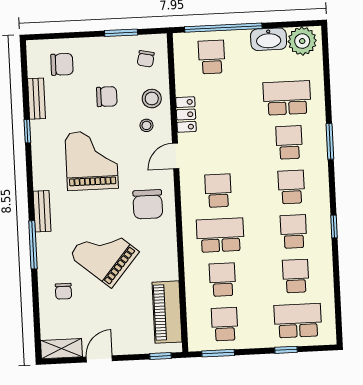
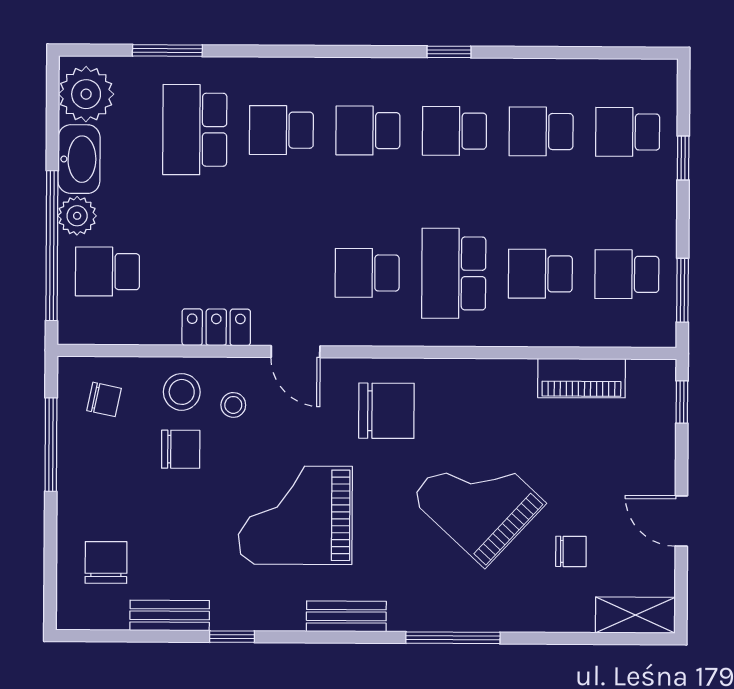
window: (121, 33) -> (51, 445), width x1.44
plant: (239, 40) -> (77, 216), added
chair: (107, 97) -> (181, 449), moved, turned 90
window: (330, 141) -> (167, 50), moved
bench: (42, 211) -> (346, 616), moved
grand piano: (104, 254) -> (478, 500), turned 93
chair: (64, 291) -> (571, 551), moved
piano: (167, 312) -> (582, 378), width x0.73, depth x0.75
school desk: (298, 321) -> (628, 132), width x0.54
shelving: (61, 349) -> (635, 615), moved, turned 90

